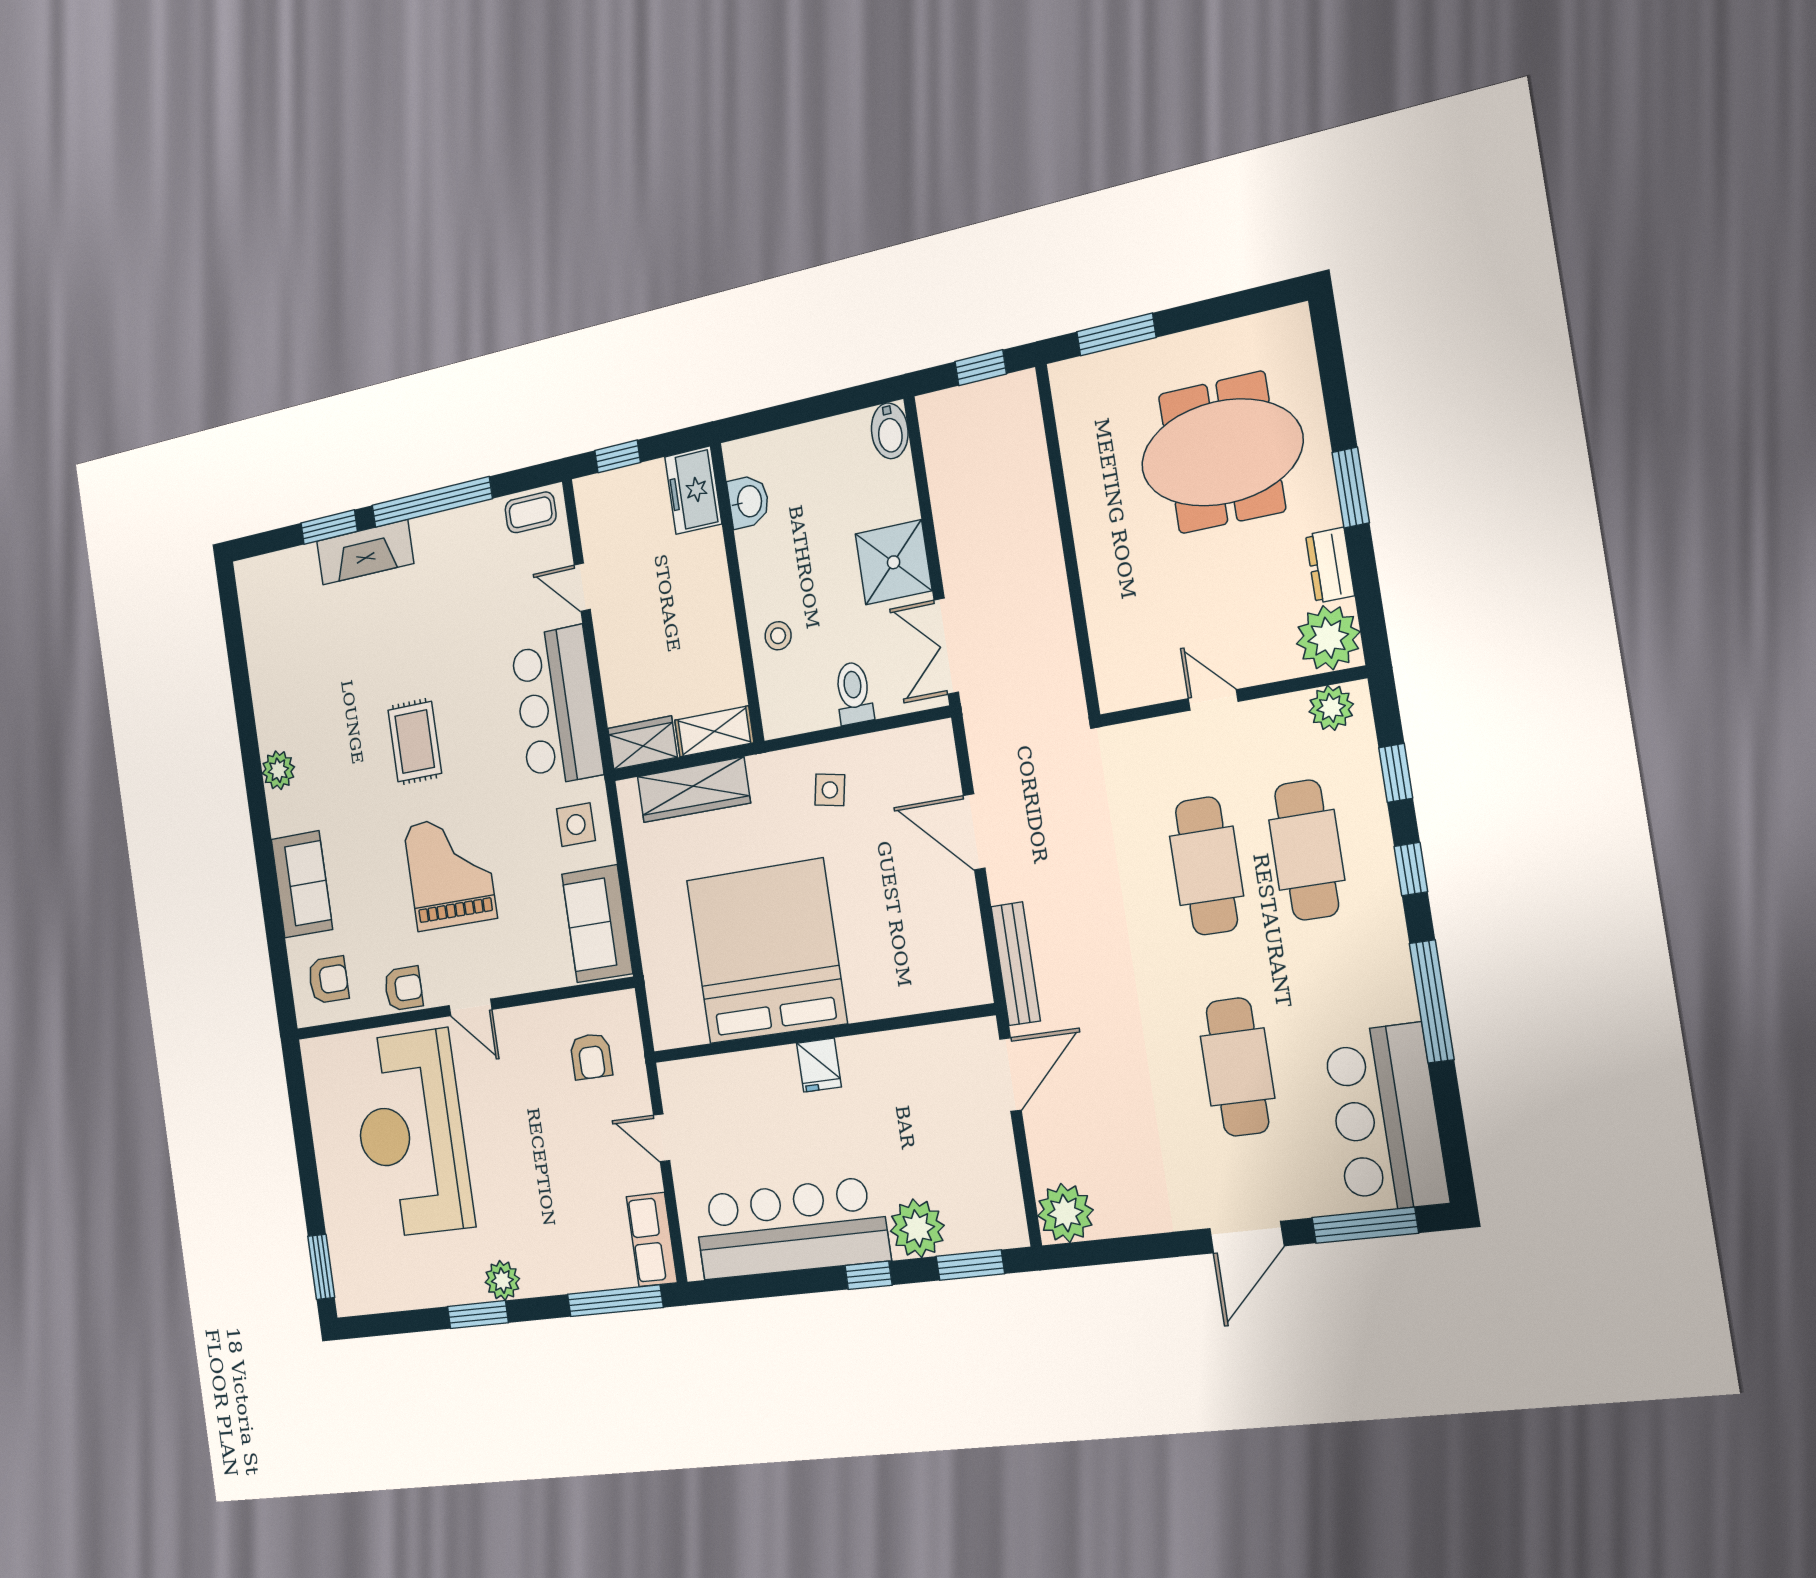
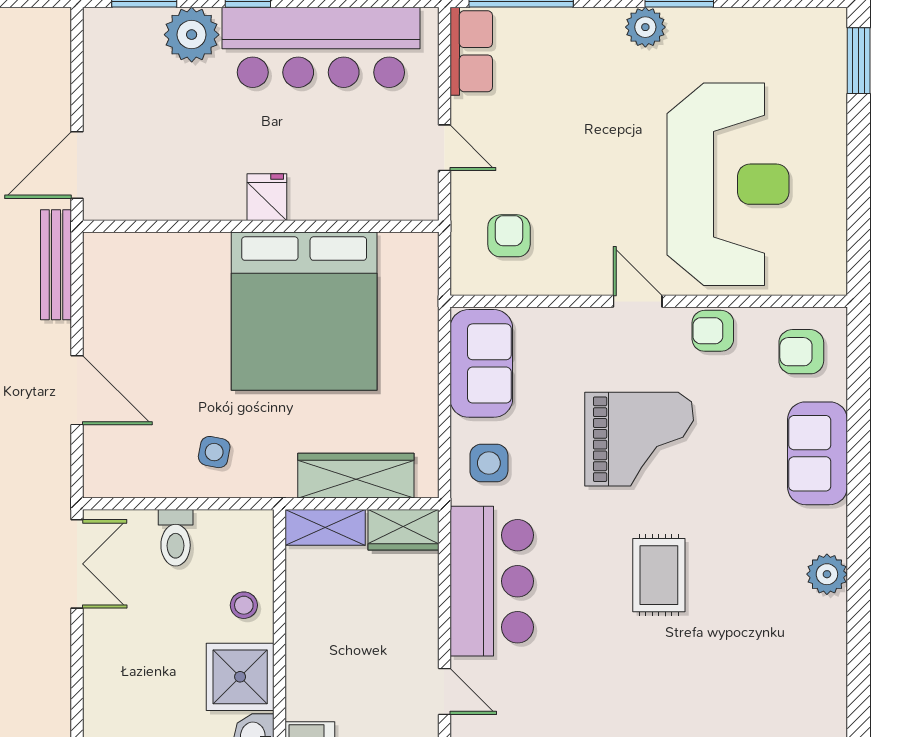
shower: (894, 562) -> (240, 677), moved
grand piano: (450, 872) -> (639, 439), turned -90
plant: (1065, 1213) -> (44, 34), removed

